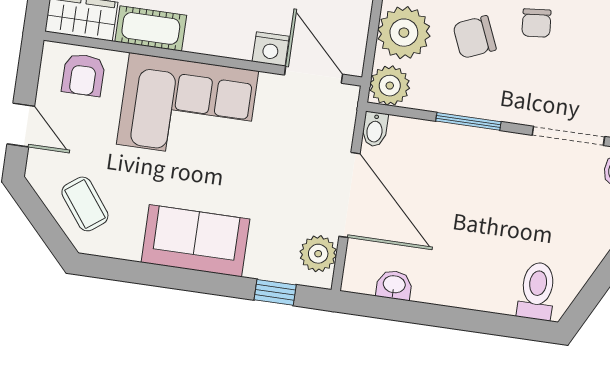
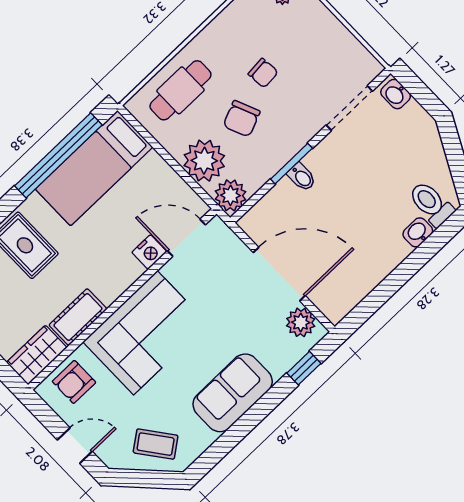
armchair: (83, 75) -> (74, 382), turned 90
bidet: (375, 129) -> (302, 177), moved
washbasin: (394, 285) -> (418, 232), moved

